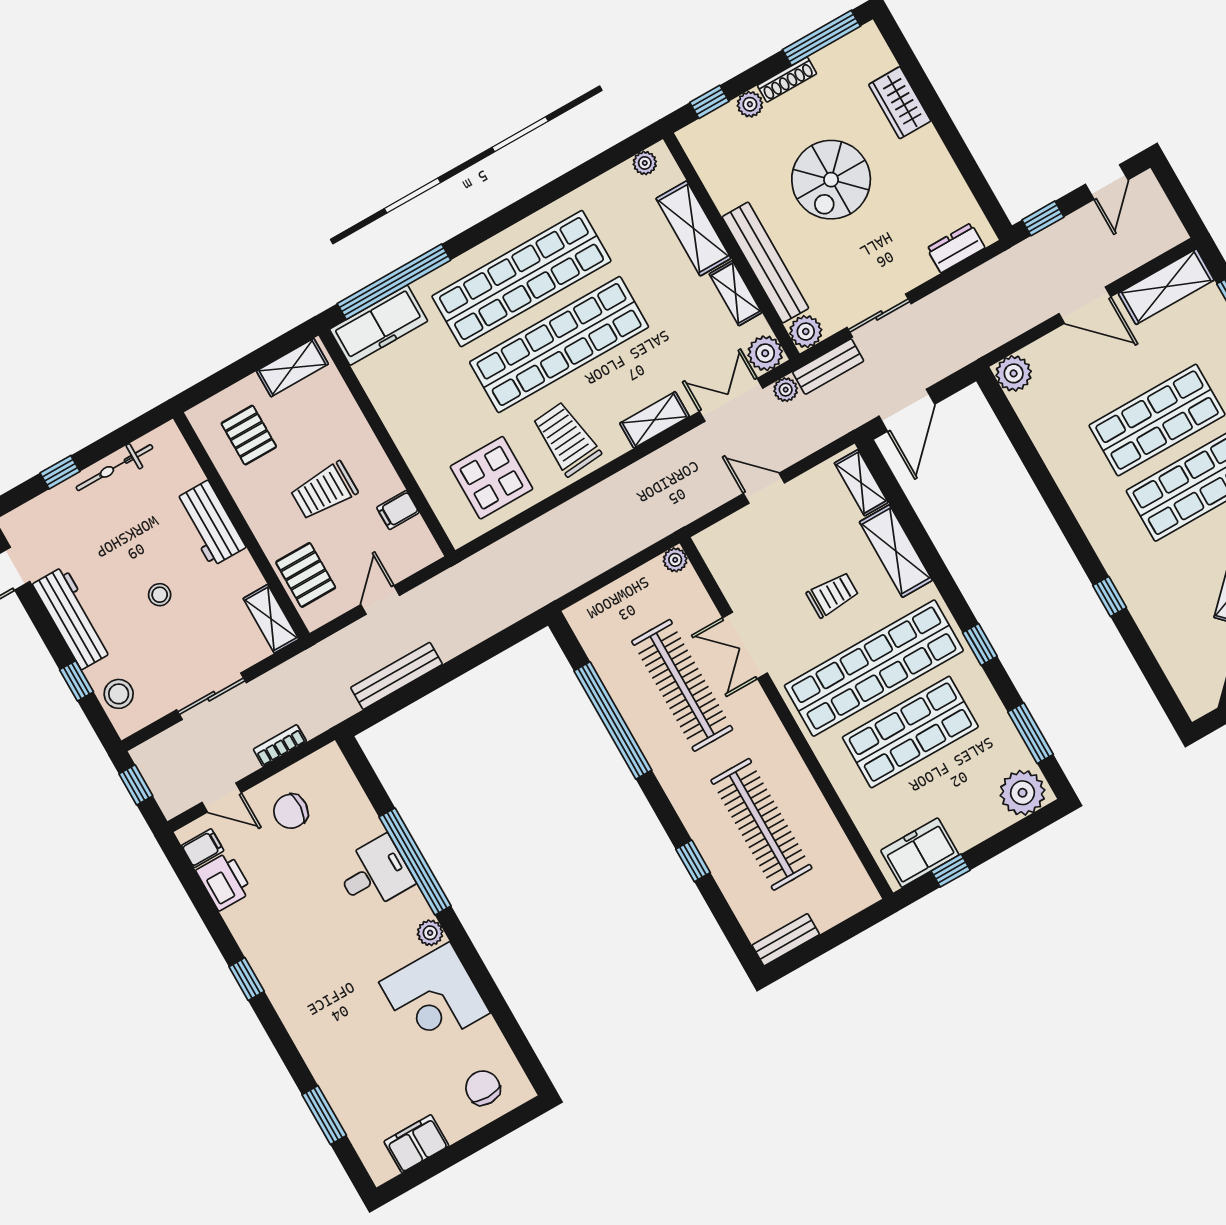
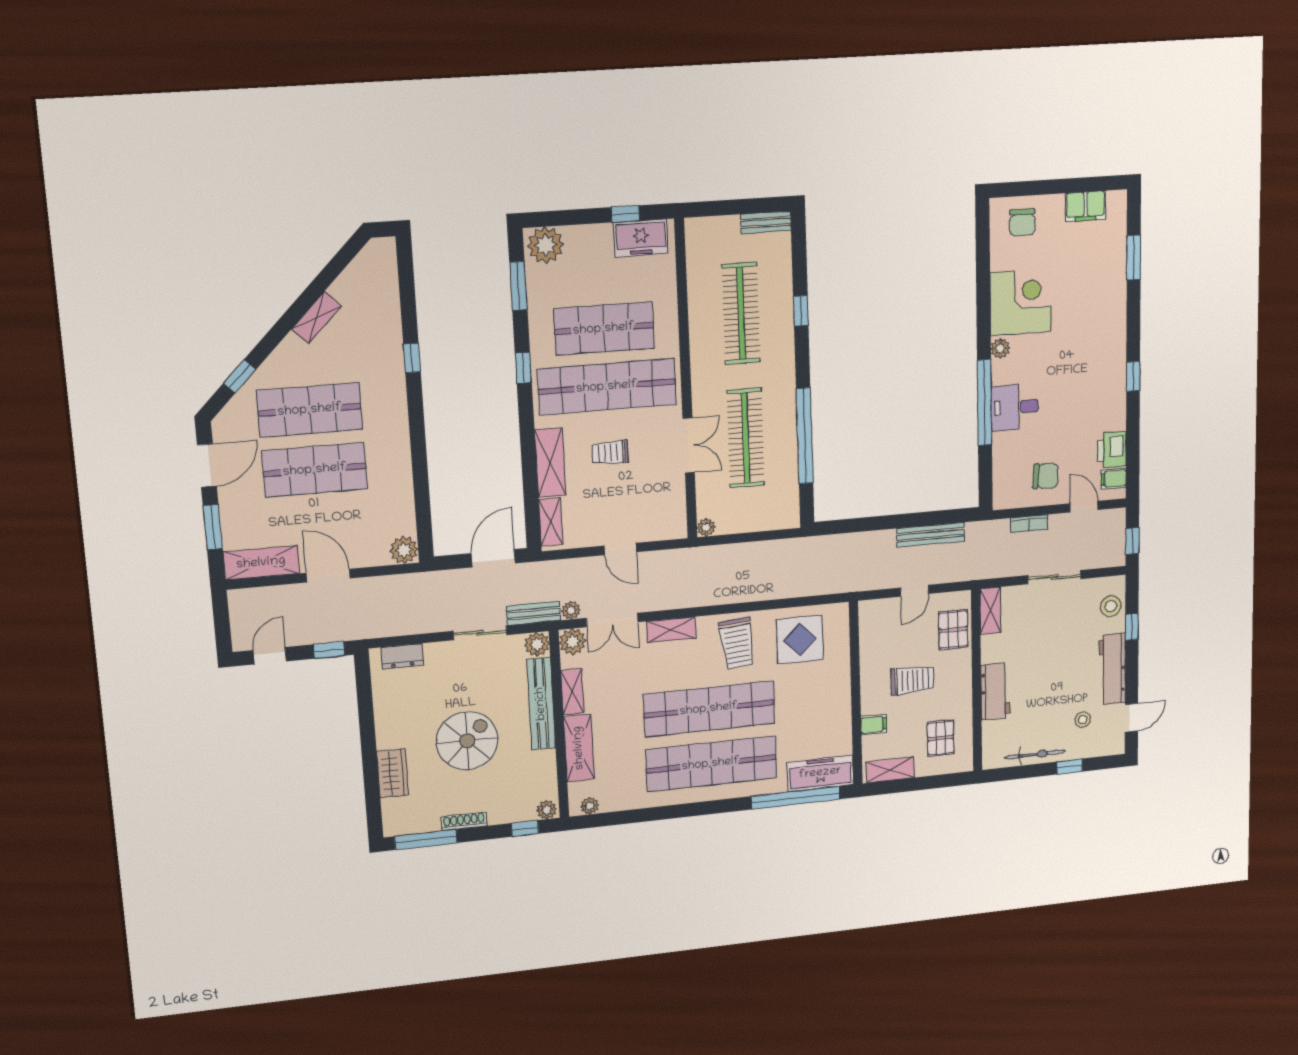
plant: (750, 104) -> (547, 810), moved
filing cabinet: (398, 510) -> (874, 724), moved
stool: (160, 595) -> (1083, 720), moved

